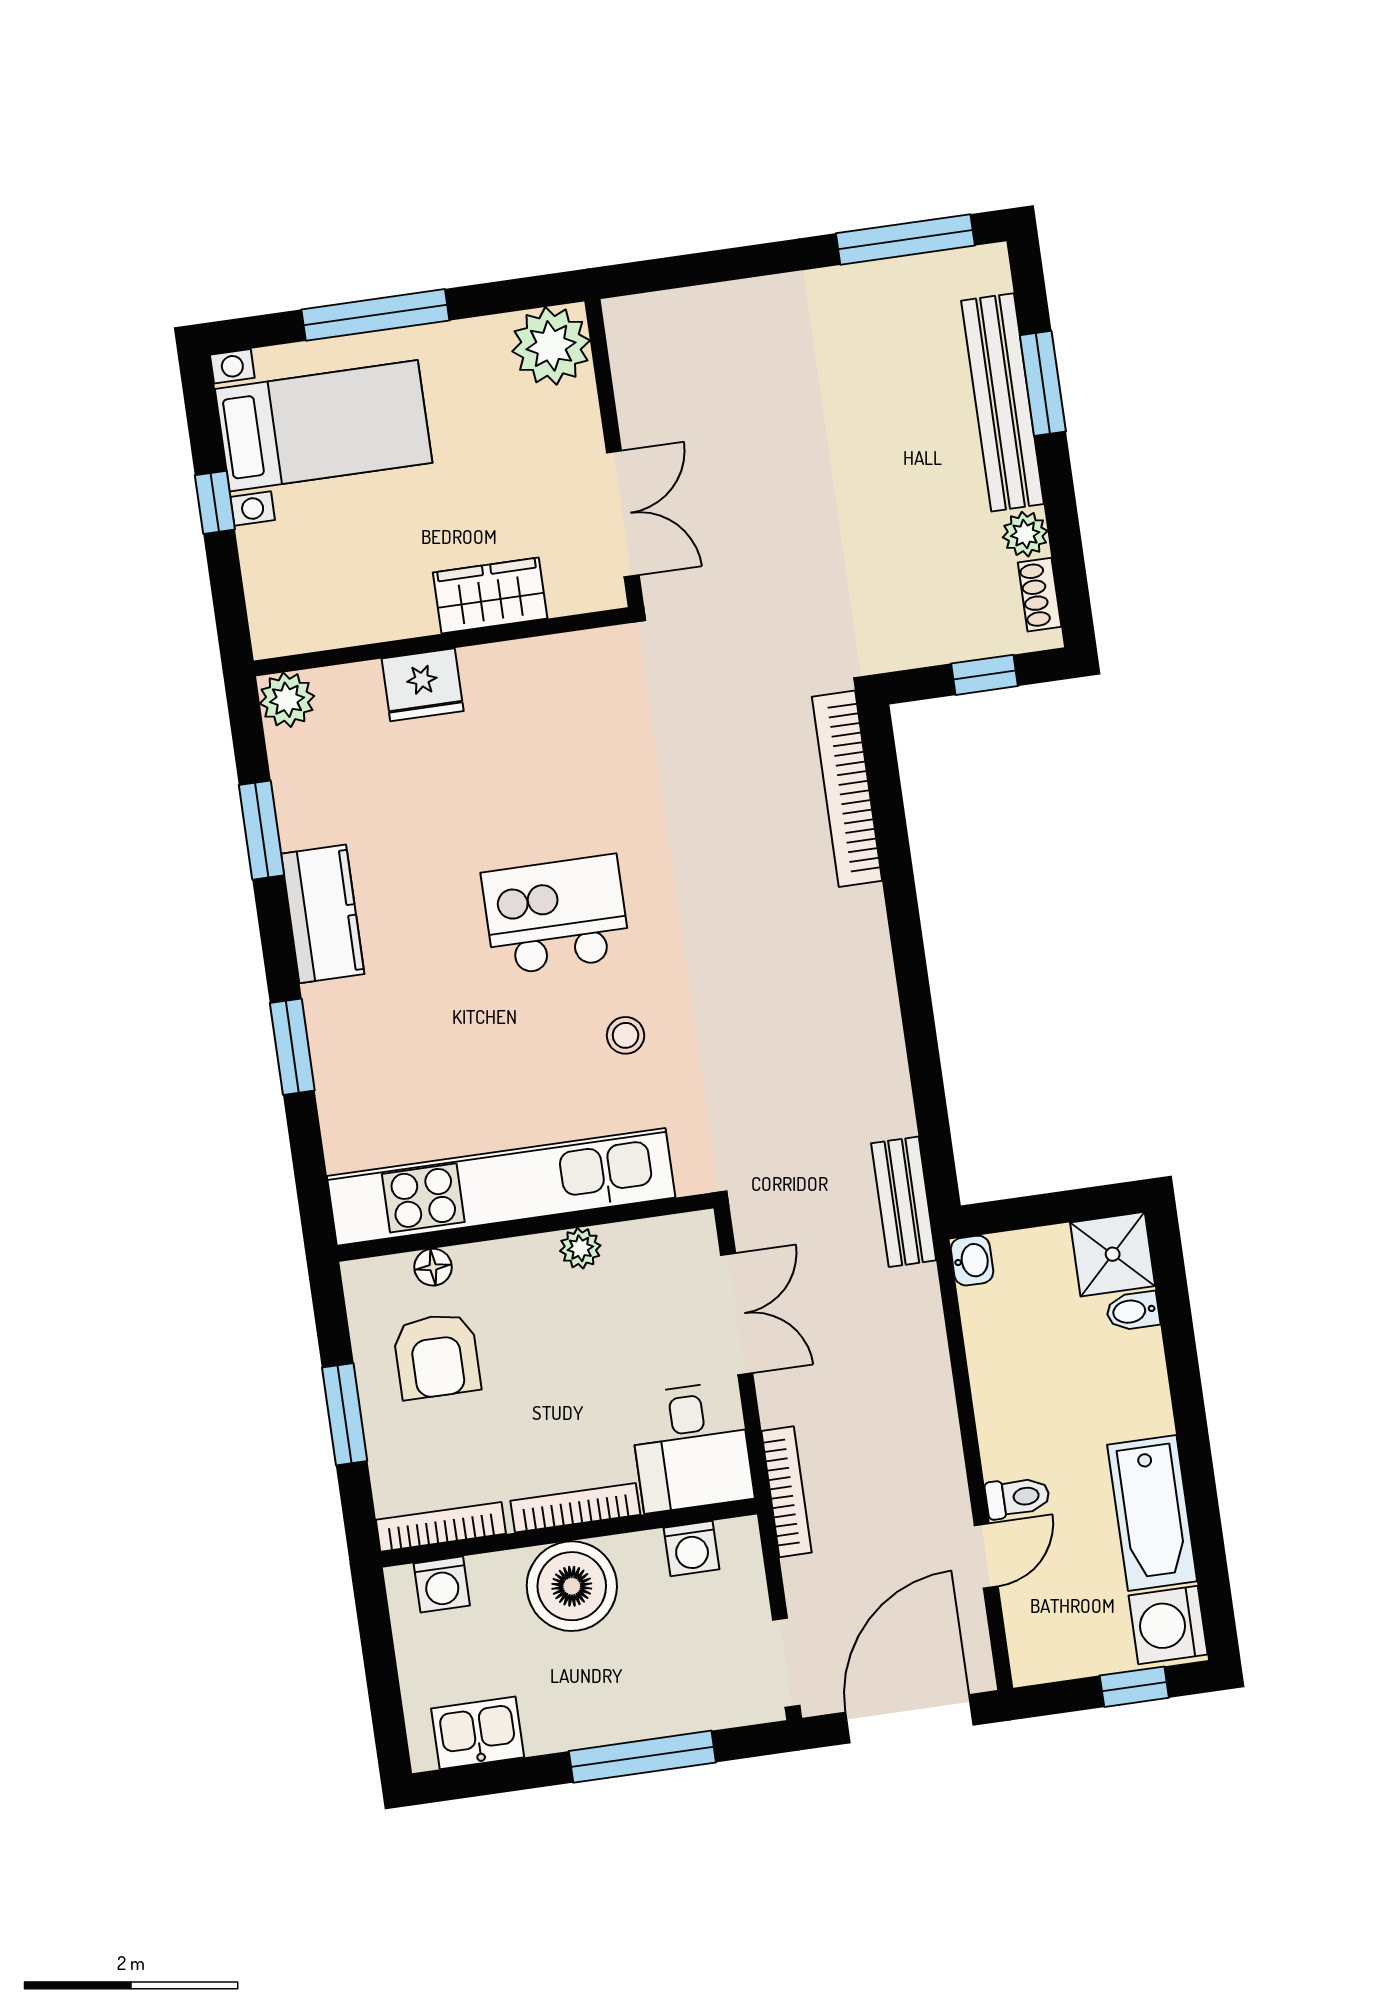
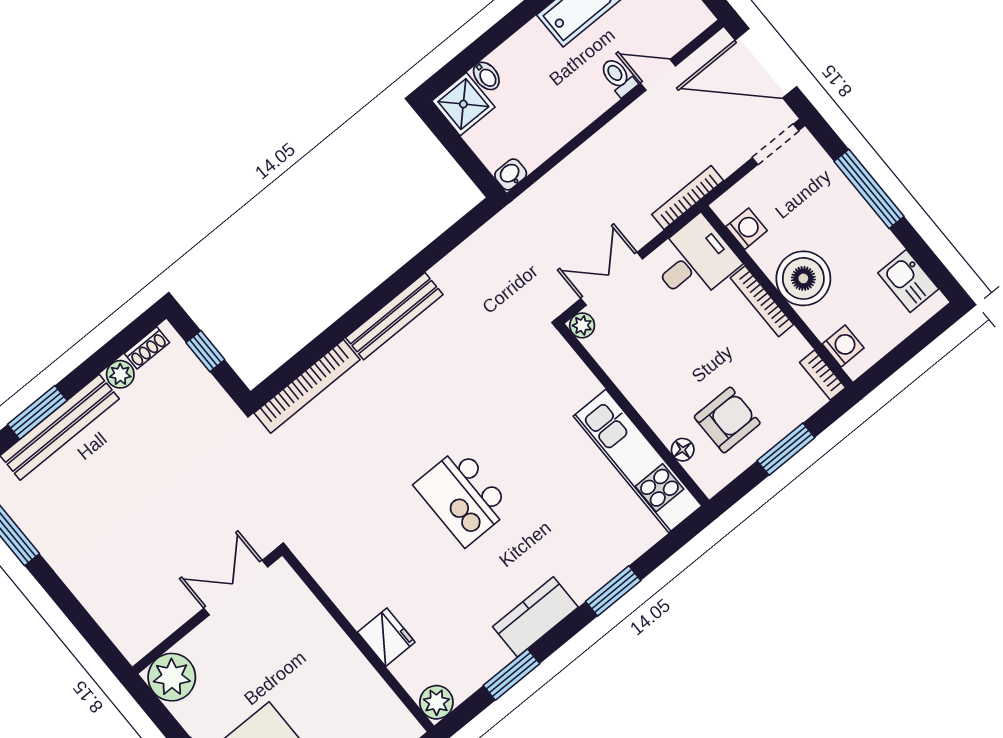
wardrobe: (490, 596) -> (319, 630), removed
stool: (626, 1035) -> (503, 423), removed
kitchen unit: (501, 1187) -> (637, 461), width x0.73
bench: (904, 1202) -> (394, 316), moved, width x1.36
plant: (580, 1248) -> (582, 325), moved
bookcase: (441, 1527) -> (823, 375), width x0.64

